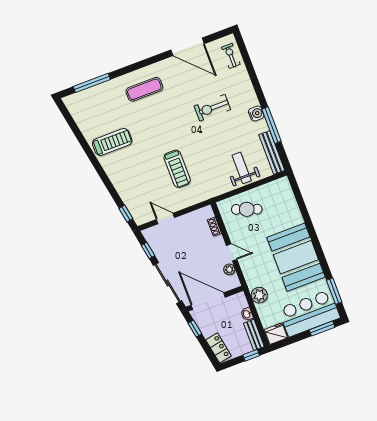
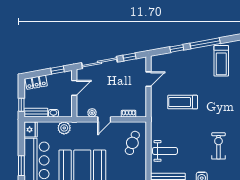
window: (99, 168) -> (205, 43), added
window: (126, 213) -> (177, 48), moved
door: (208, 301) -> (74, 88), width x0.53

